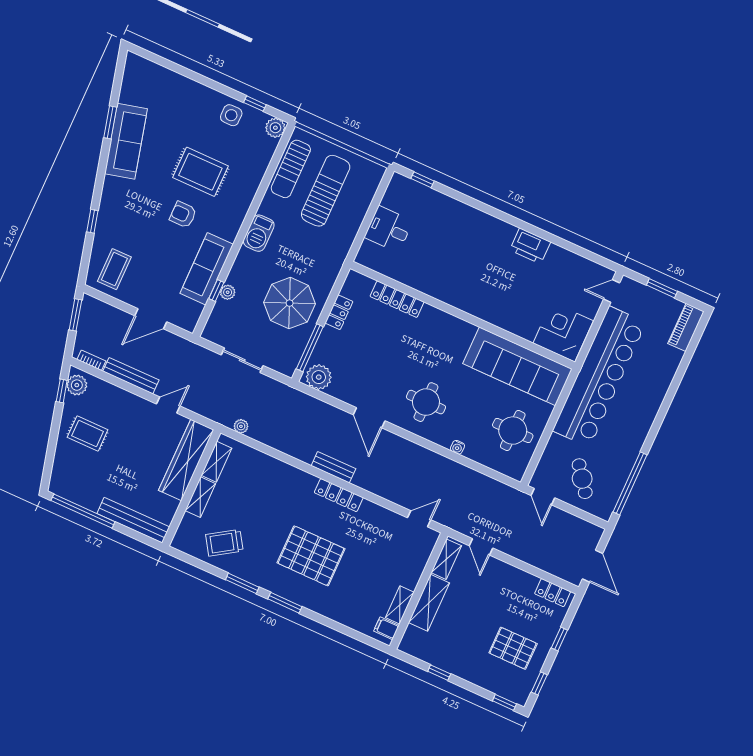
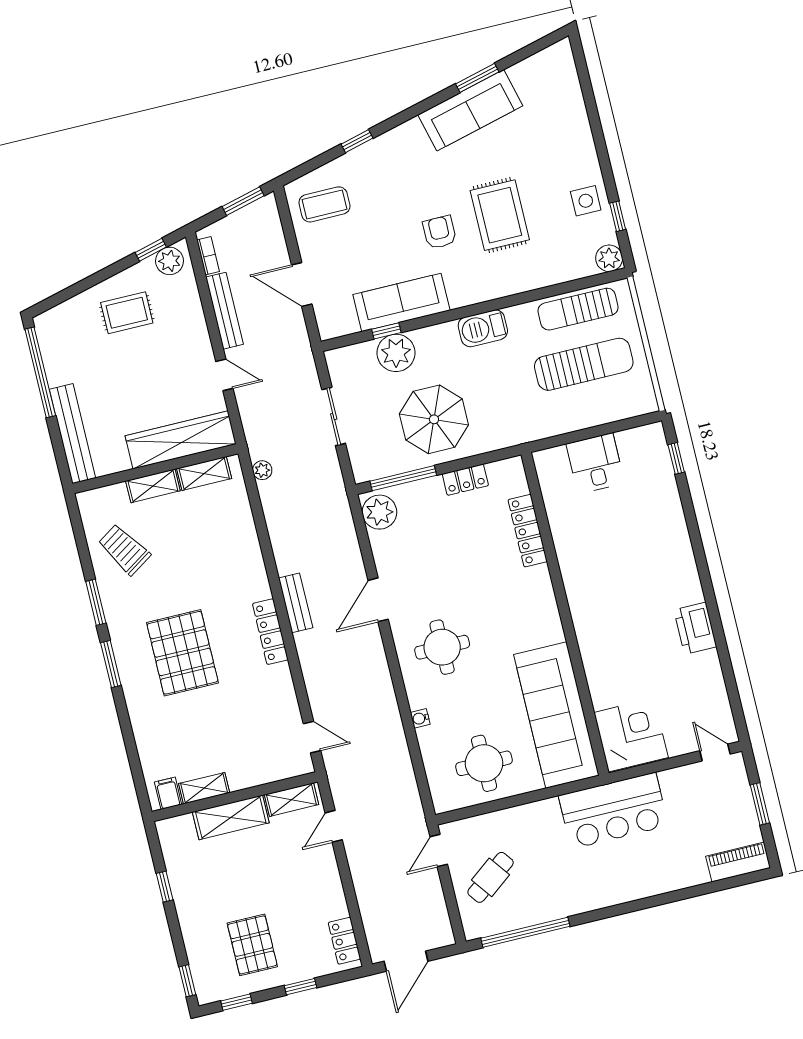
plant: (228, 292) -> (396, 353), width x1.88, depth x1.88
bar counter: (599, 377) -> (613, 811), width x0.54
rug: (88, 434) -> (127, 313), turned 90

